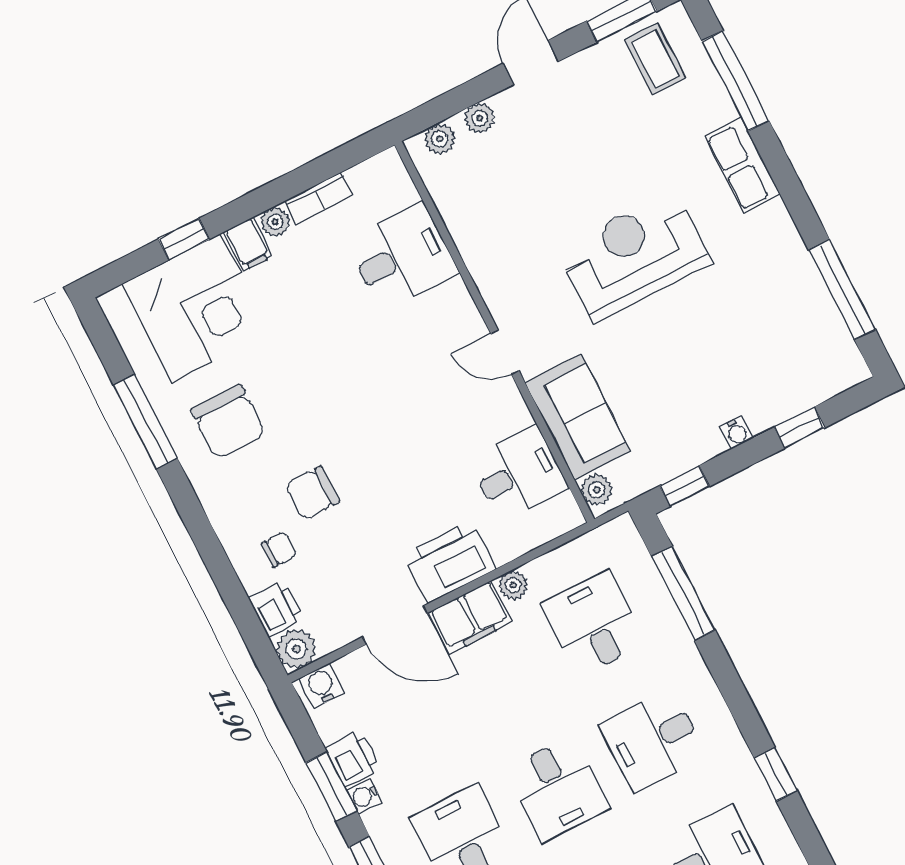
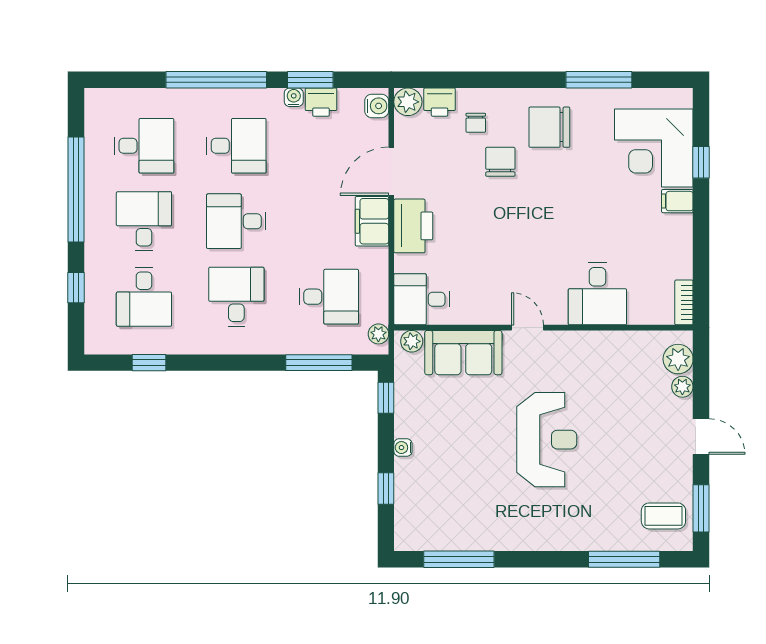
plant: (440, 139) -> (678, 359), width x1.38, depth x1.38
row of seats: (743, 166) -> (569, 537), removed
bookcase: (319, 198) -> (684, 302), moved
plant: (275, 222) -> (683, 225), removed
desk: (402, 256) -> (597, 294), moved
door: (505, 352) -> (527, 328), hinge flipped
chair: (228, 422) -> (549, 127), moved
desk: (518, 474) -> (422, 299), moved, turned 90
plant: (513, 585) -> (378, 334), moved
window: (776, 774) -> (149, 363), moved

